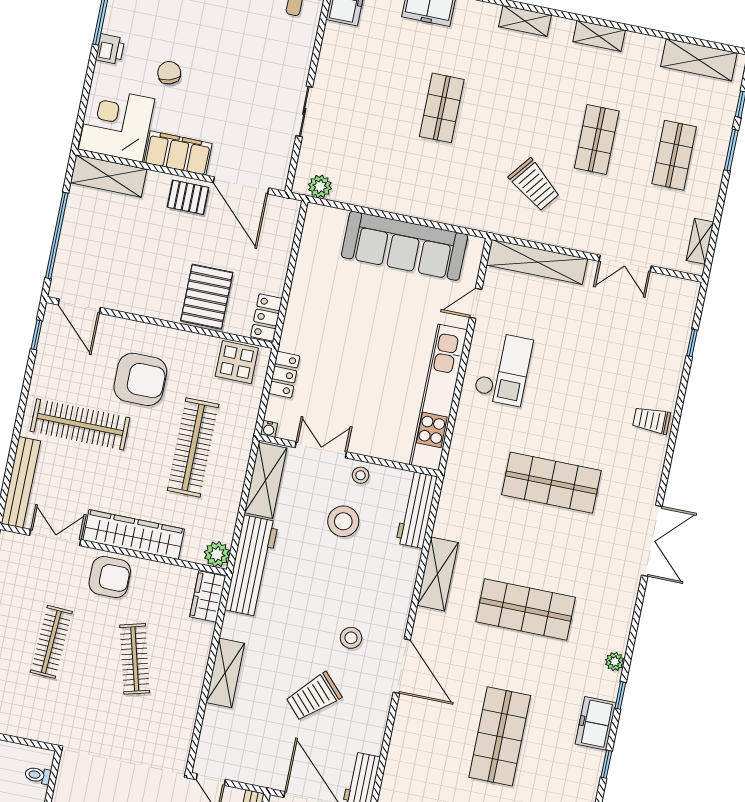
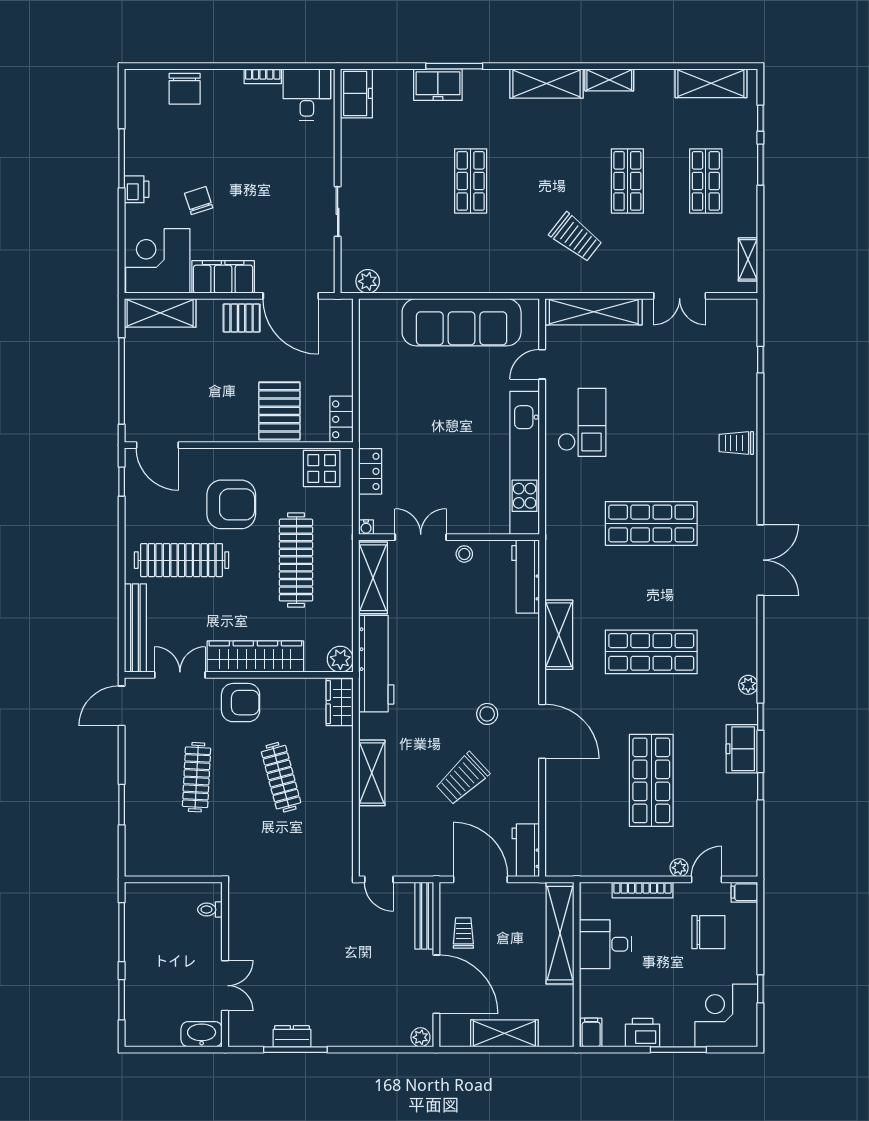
shelving: (525, 21) -> (546, 83), width x1.50, depth x1.33
stool: (343, 521) -> (457, 602), removed

